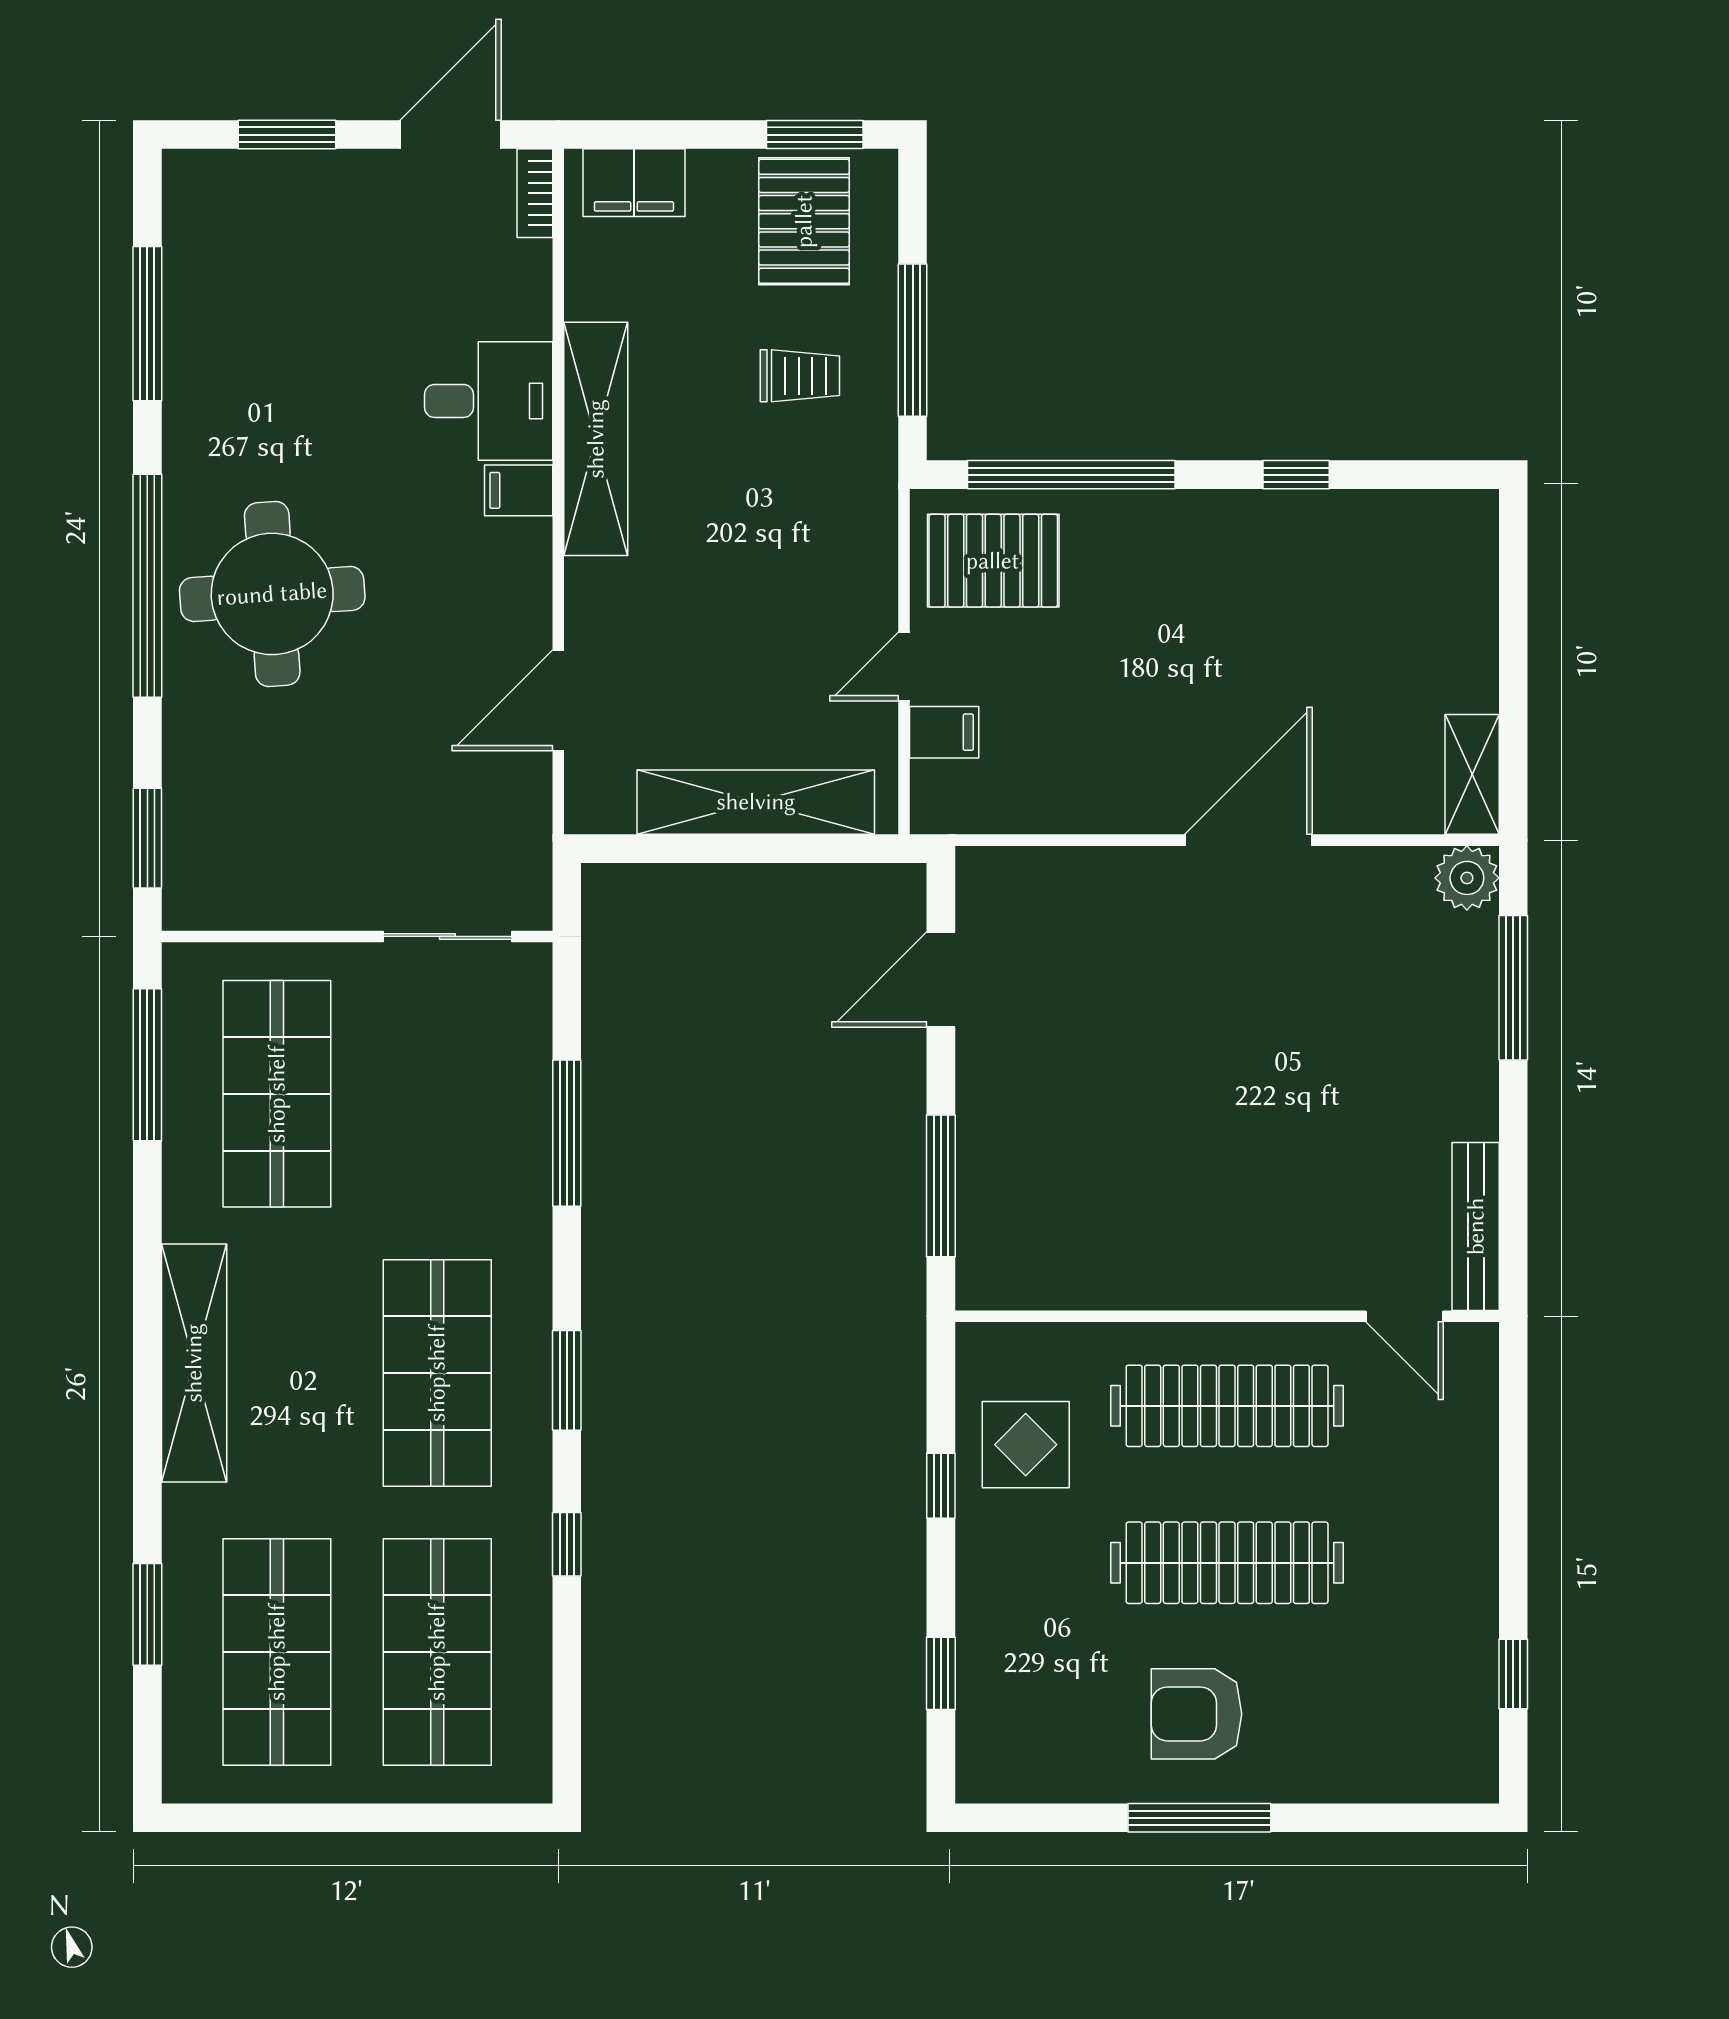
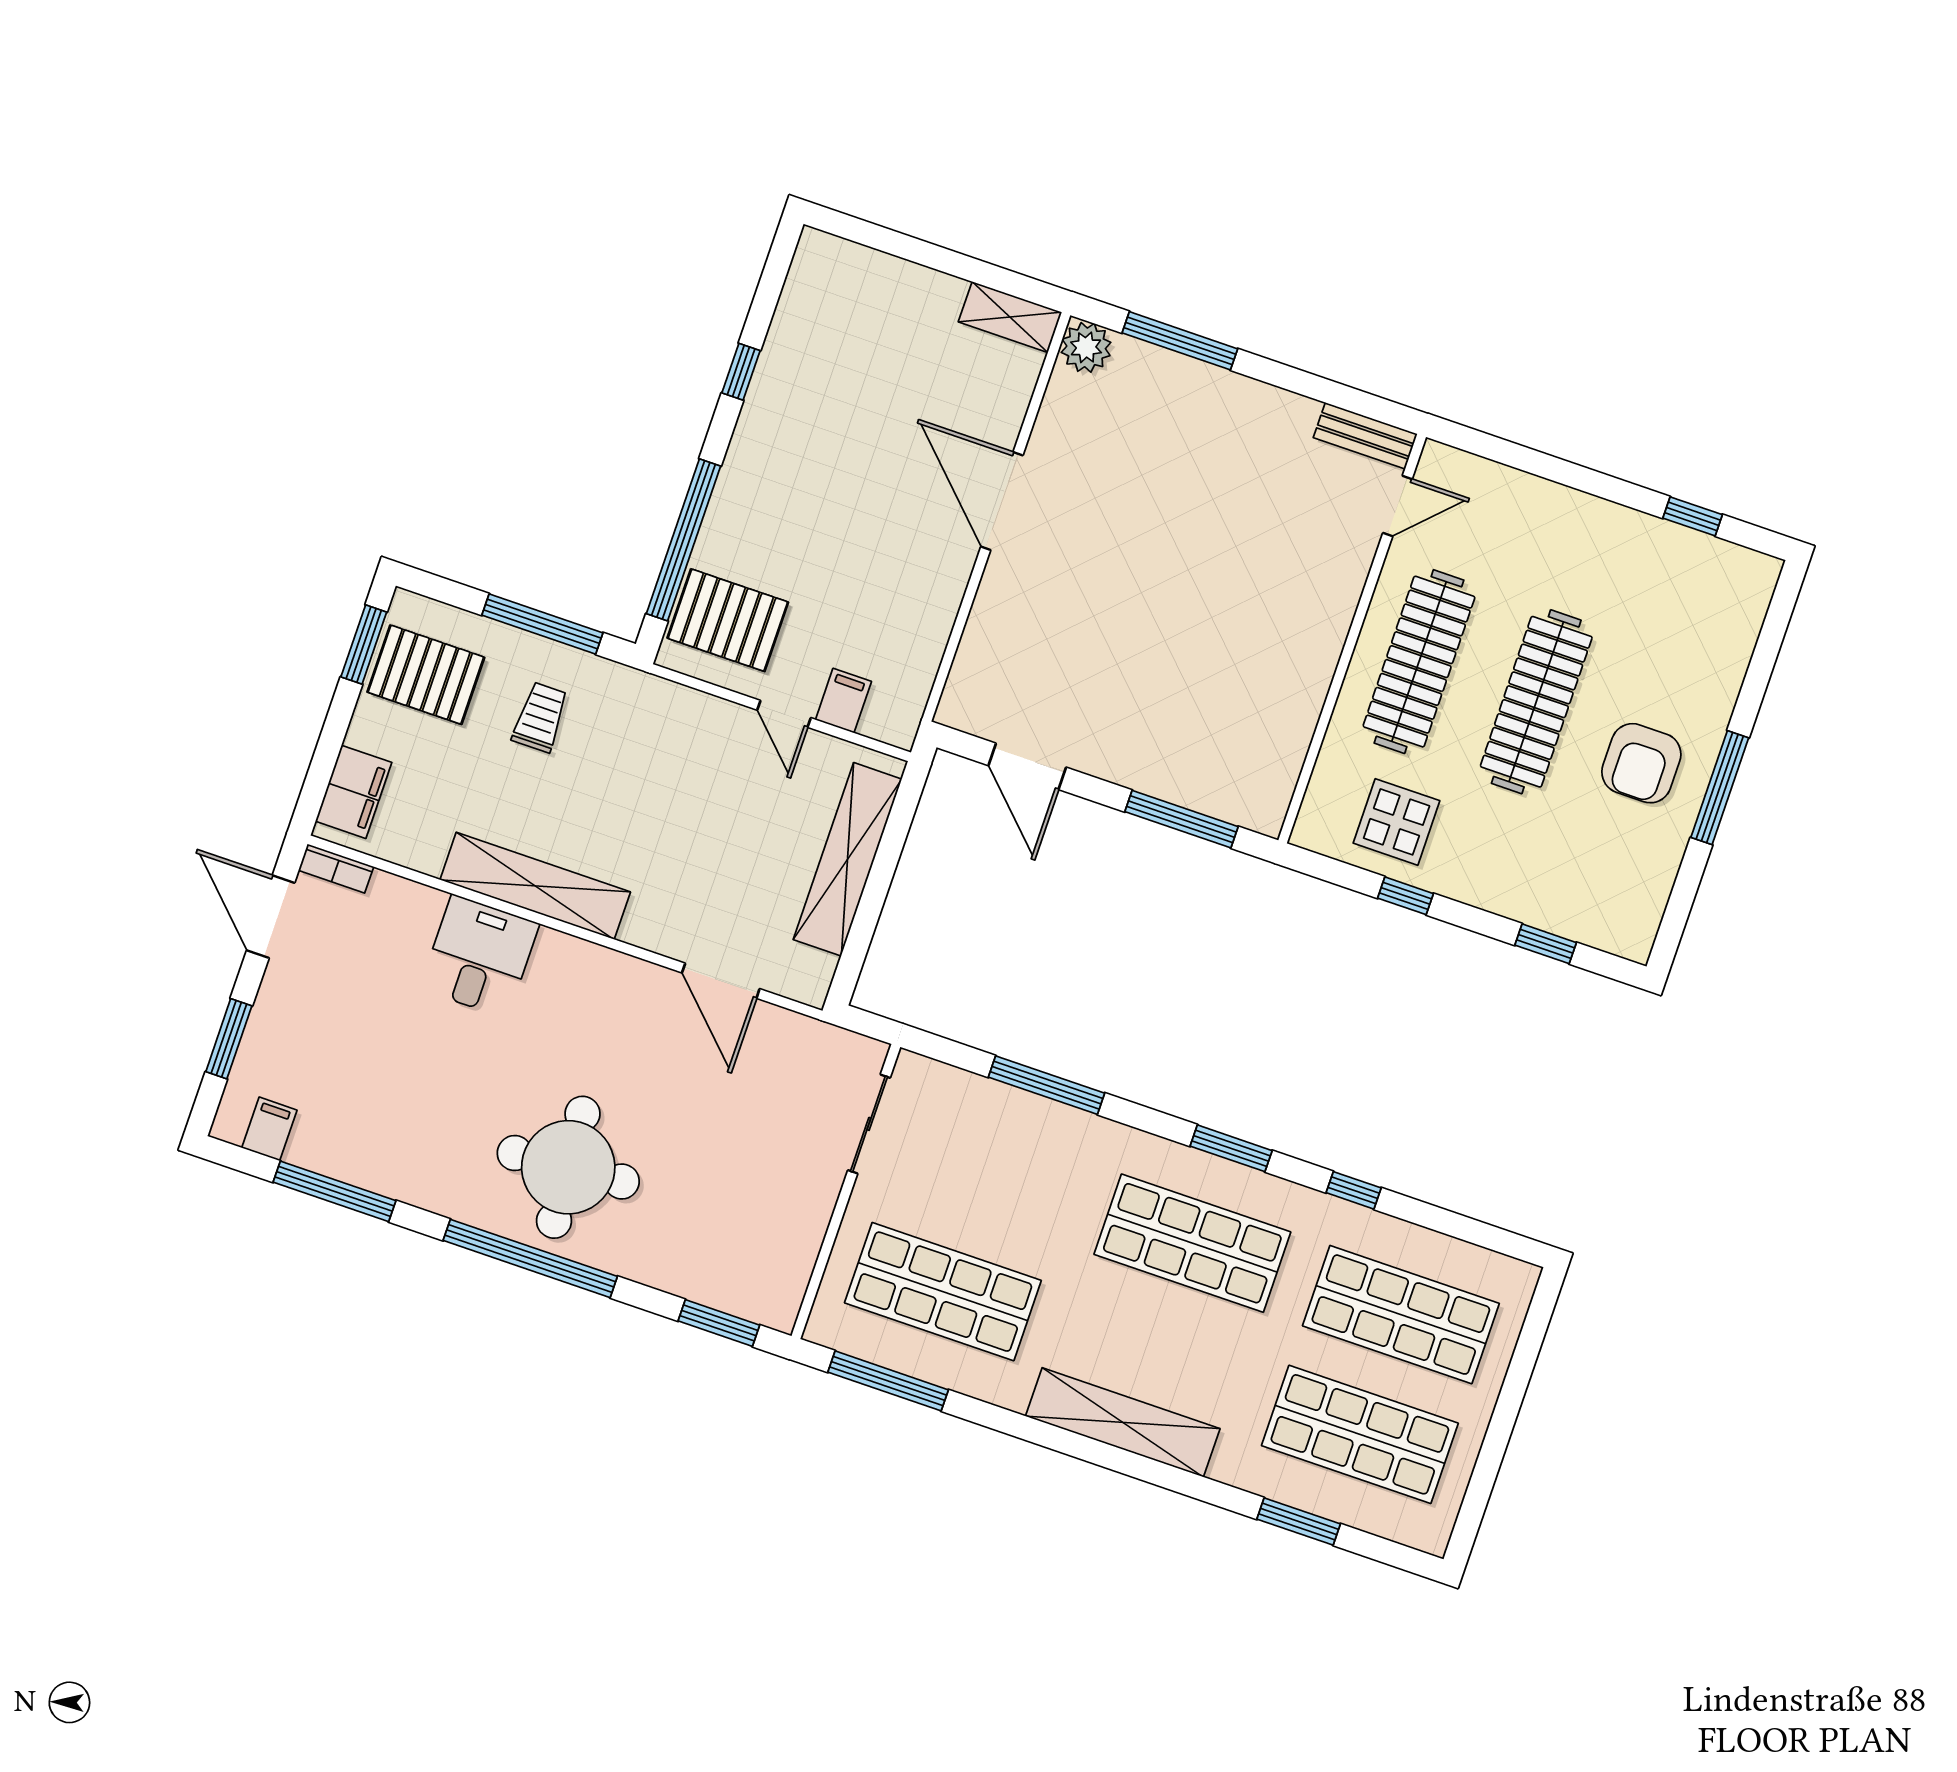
filing cabinet: (519, 490) -> (269, 1129), moved, turned 180
pallet: (993, 561) -> (728, 620), turned 90
bench: (1476, 1226) -> (1365, 436), width x0.73

